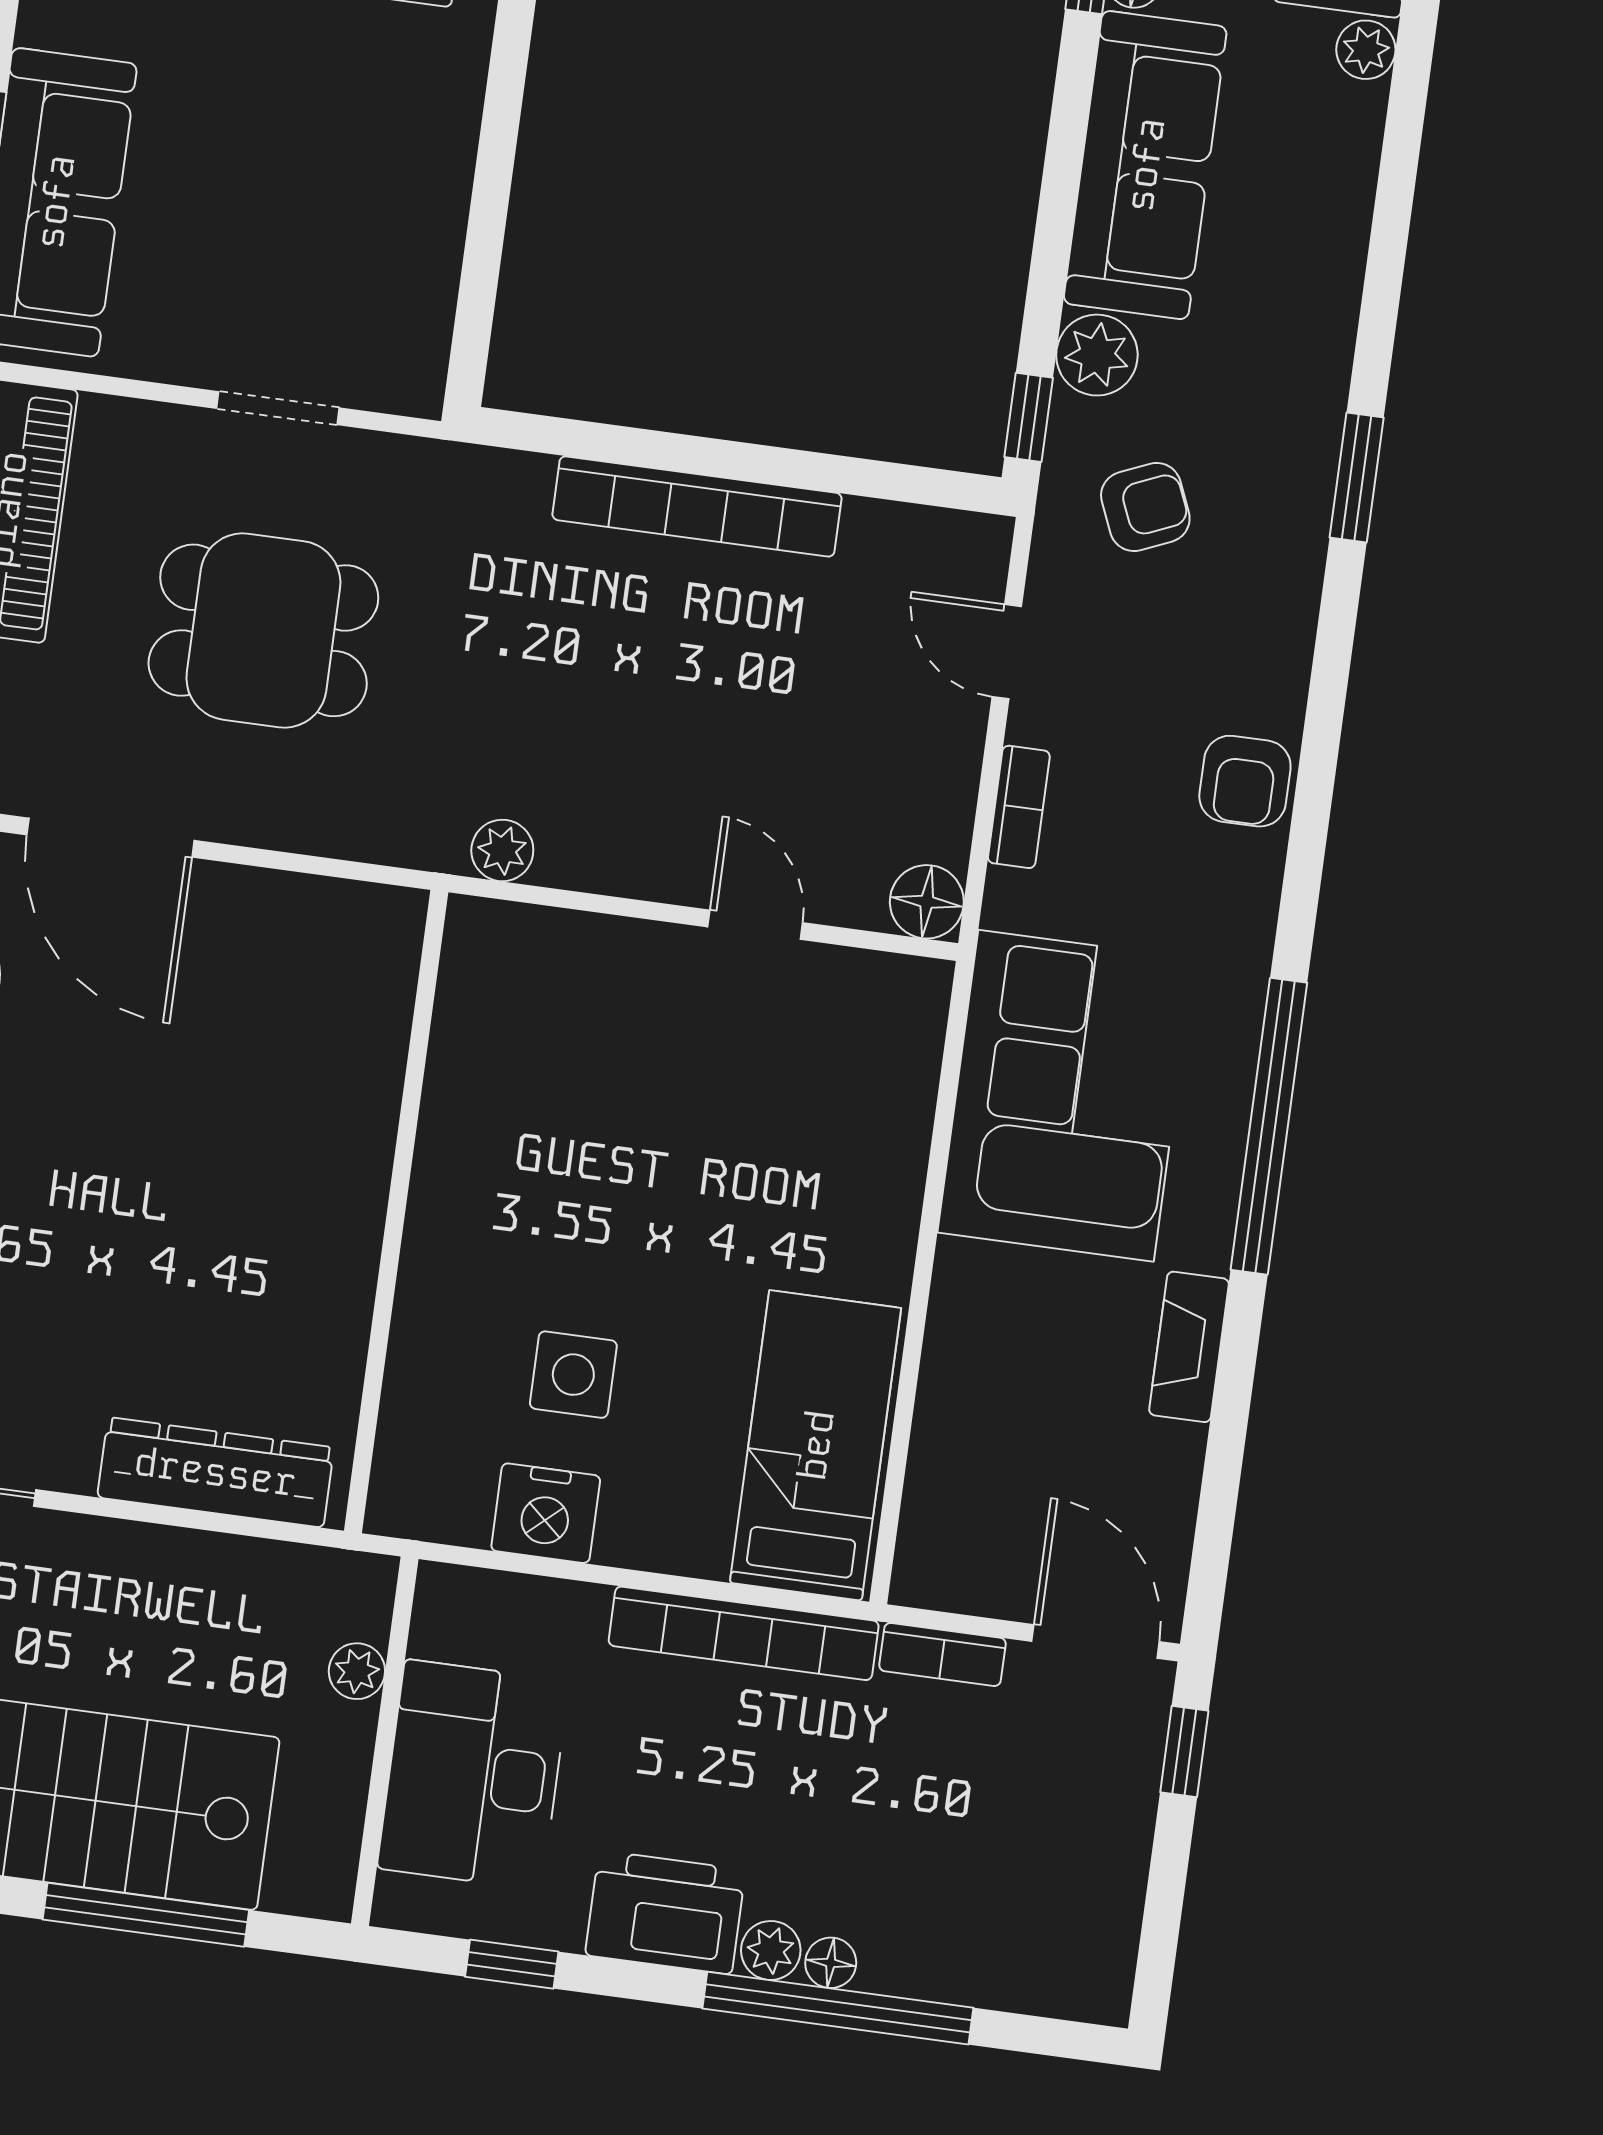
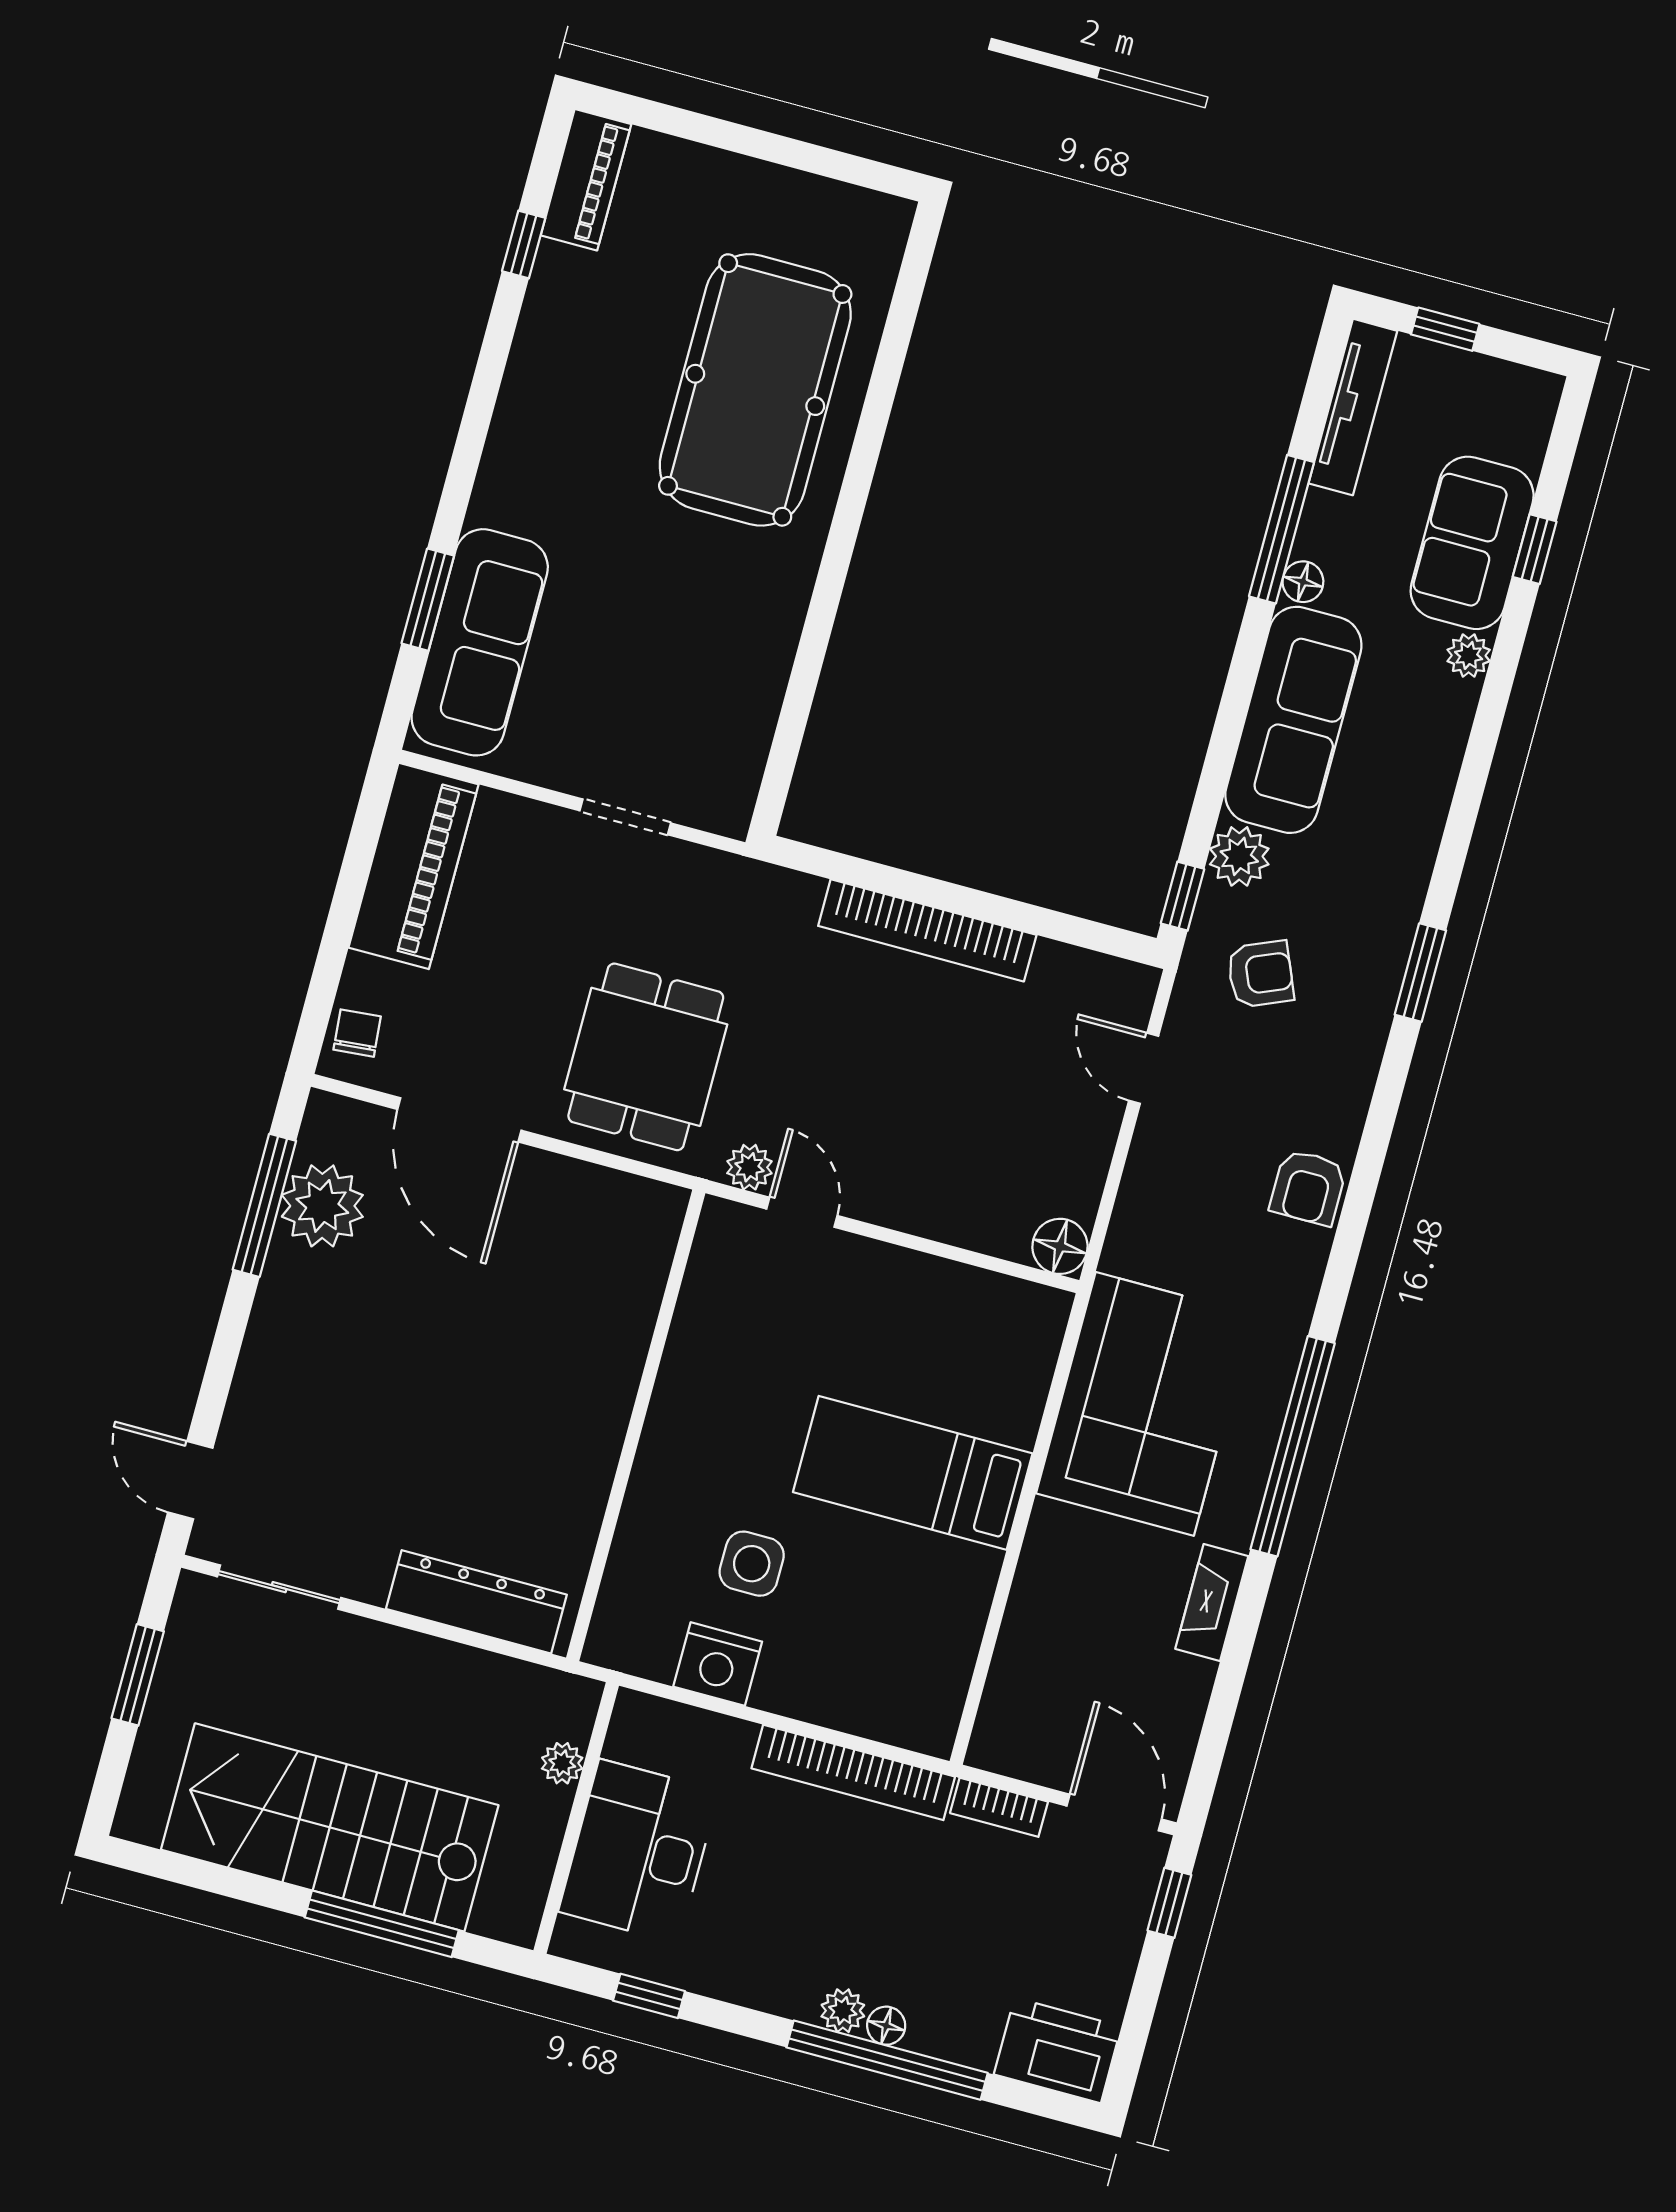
dining table: (263, 630) -> (646, 1057), moved, turned 90
bookcase: (1019, 807) -> (1138, 1185), removed
door: (755, 925) -> (802, 1212), moved
bed: (816, 1445) -> (913, 1473), moved, turned -90
printer: (665, 1912) -> (1058, 2050), moved

